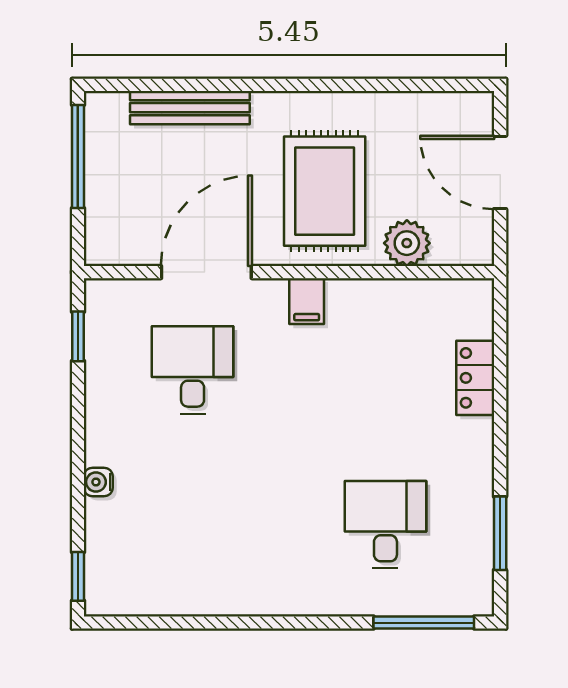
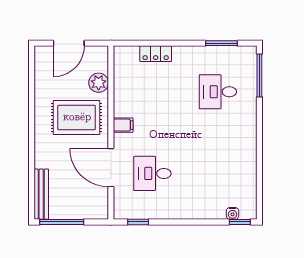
bench: (190, 108) -> (41, 194), moved
water cooler: (98, 482) -> (233, 213), moved

